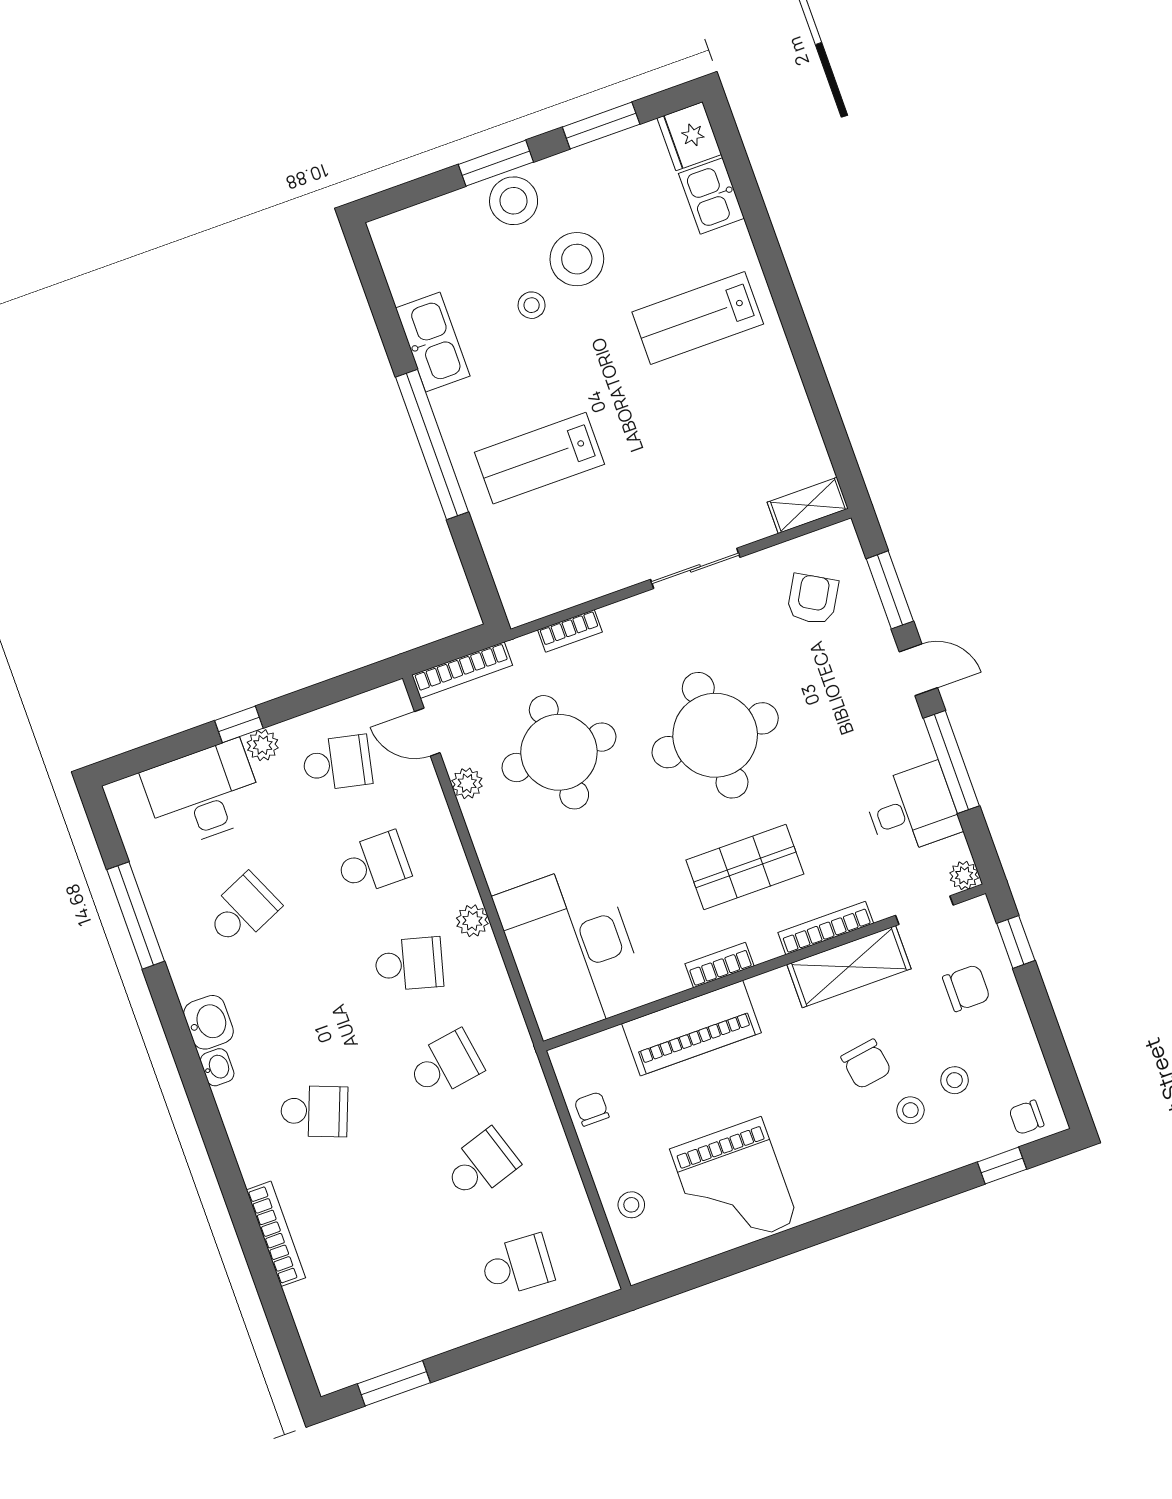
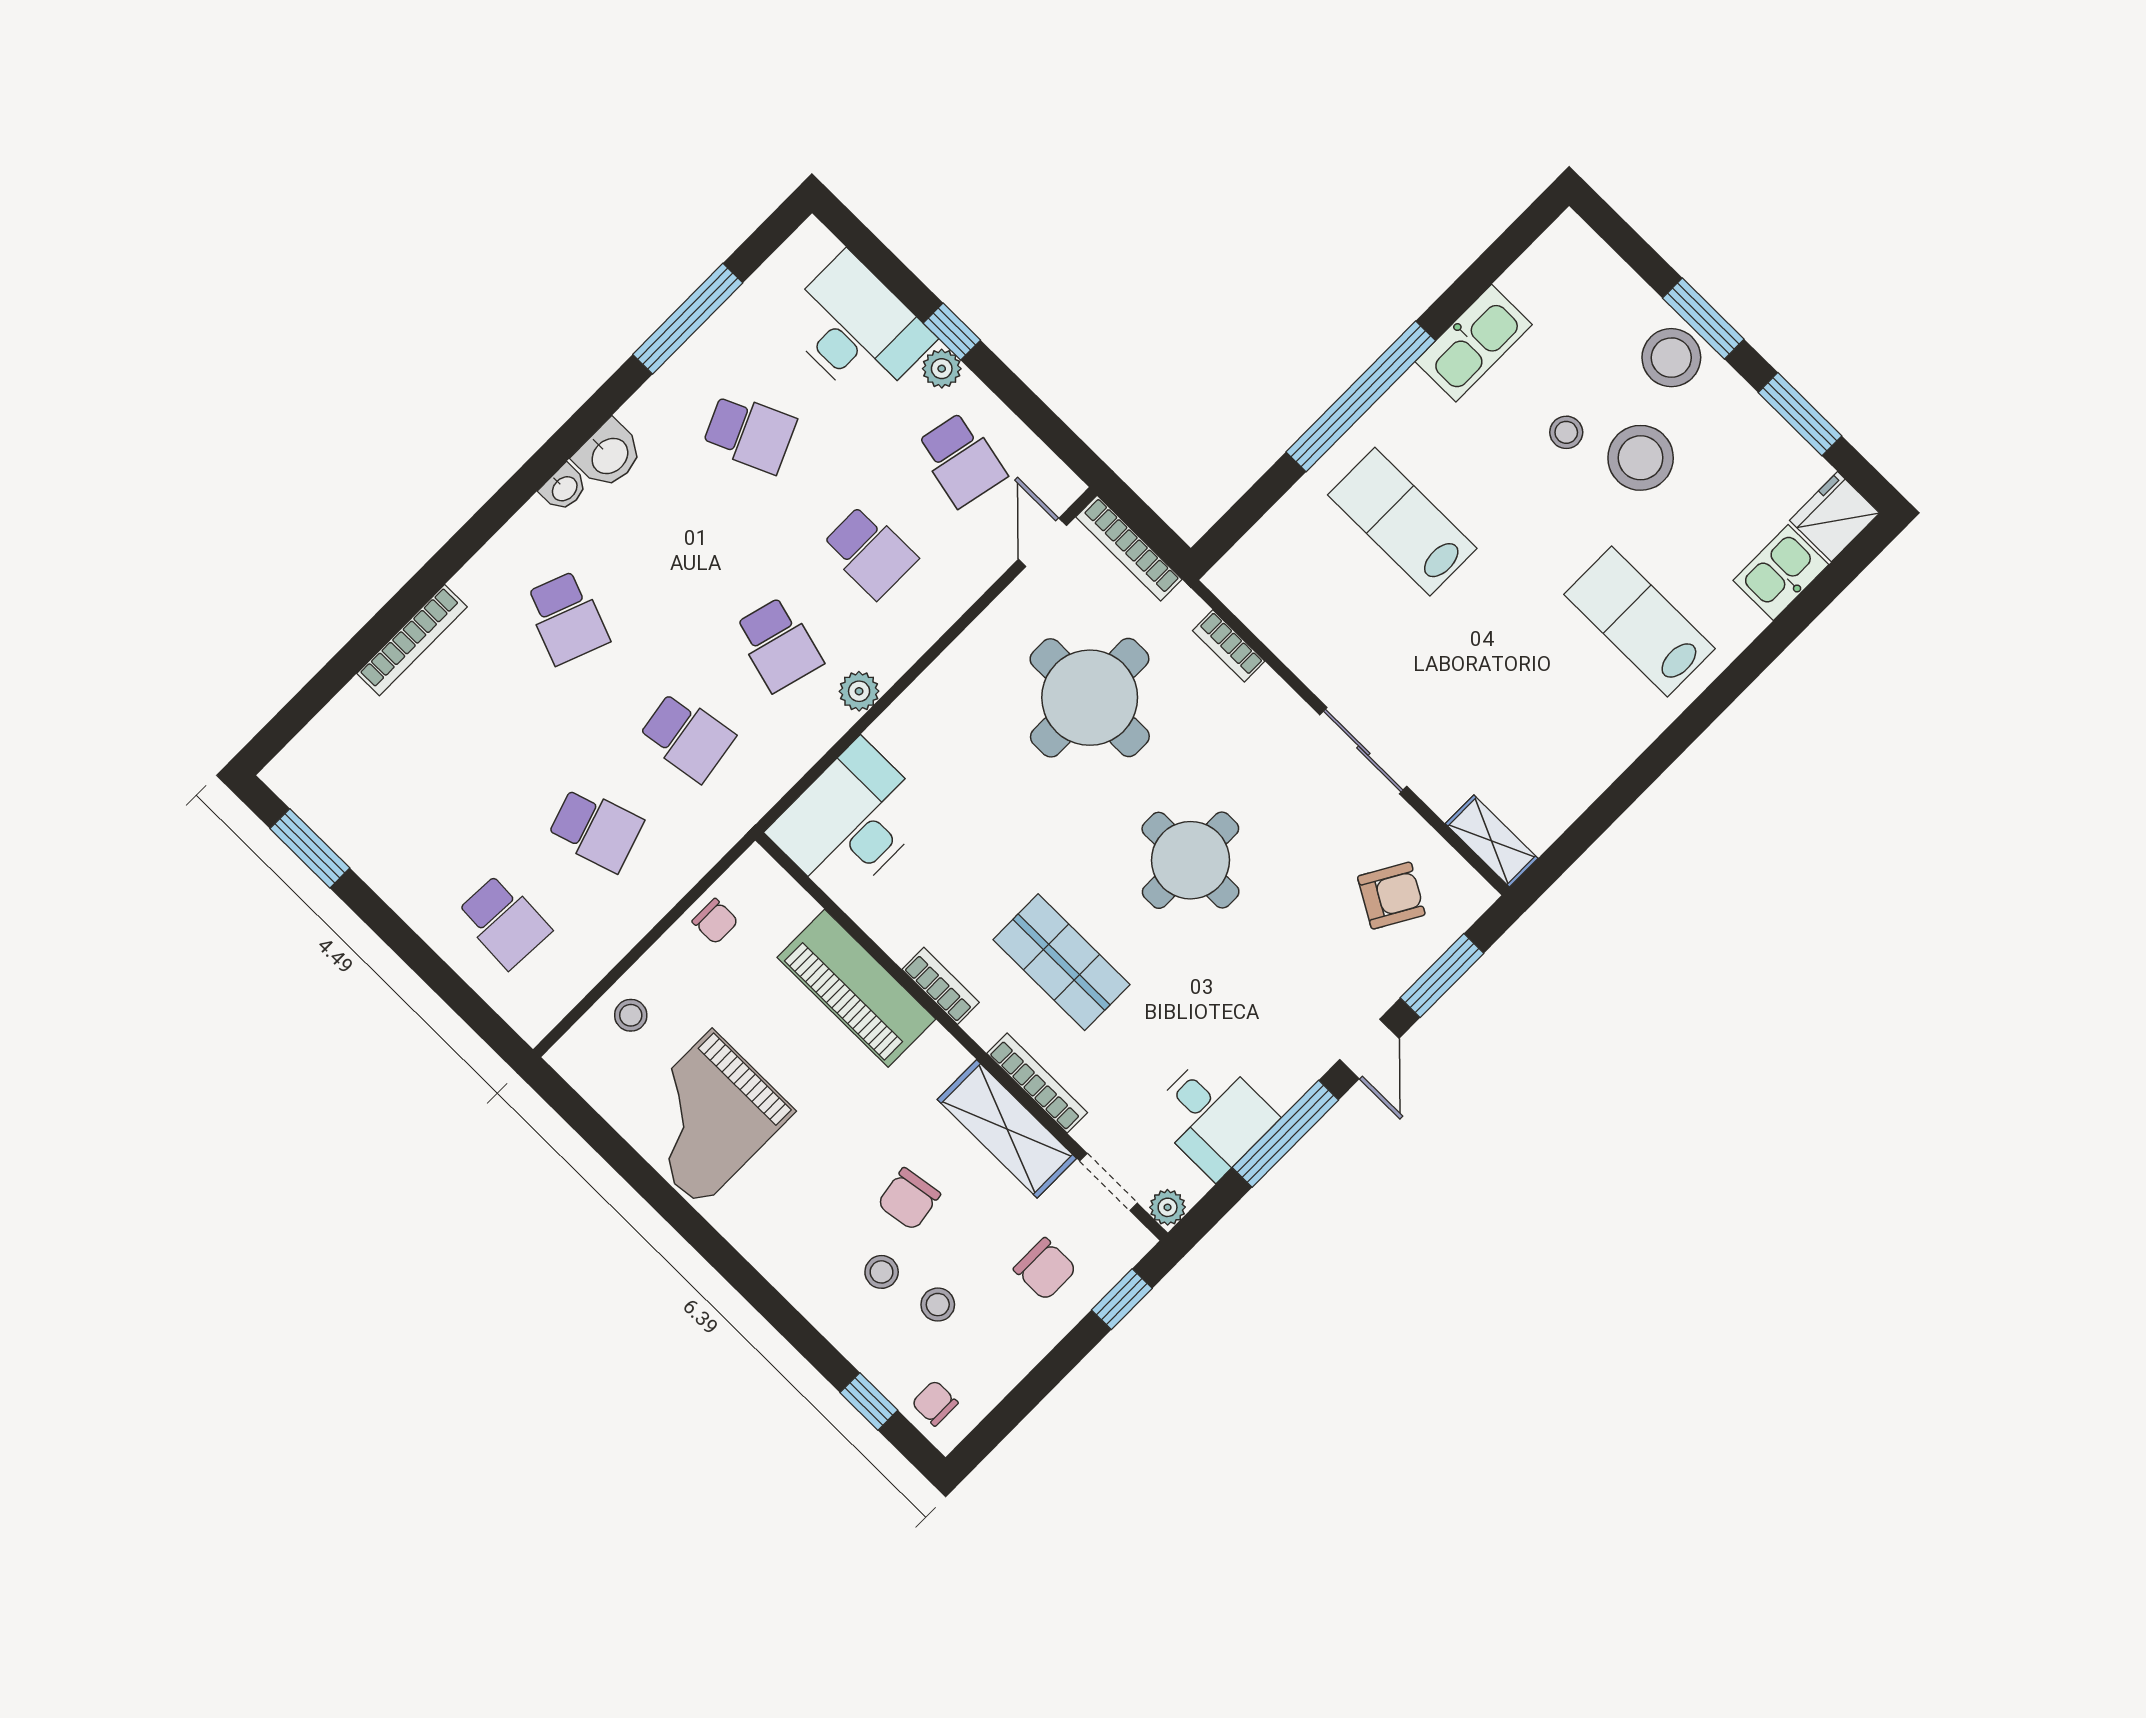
round table: (715, 735) -> (1190, 860), width x0.73, depth x0.73
plant: (467, 783) -> (1007, 613), removed
desk: (571, 950) -> (850, 822), width x0.73, depth x0.77
chair: (592, 1109) -> (715, 921), turned 90

